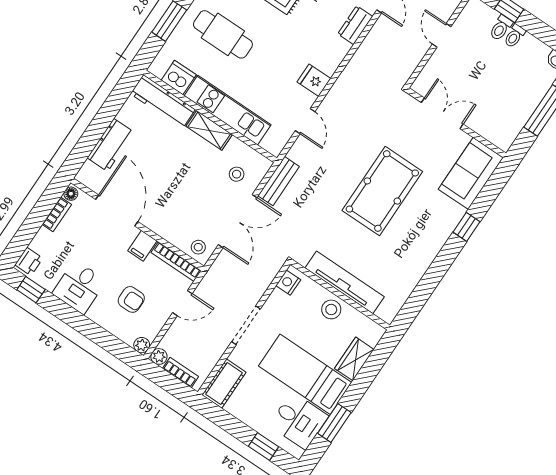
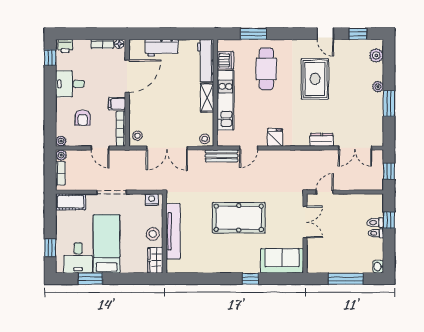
door: (442, 35) -> (325, 192), moved
stool: (237, 174) -> (205, 139), moved
bench: (279, 181) -> (222, 156), moved
wardrobe: (354, 359) -> (155, 260), moved, turned -90

